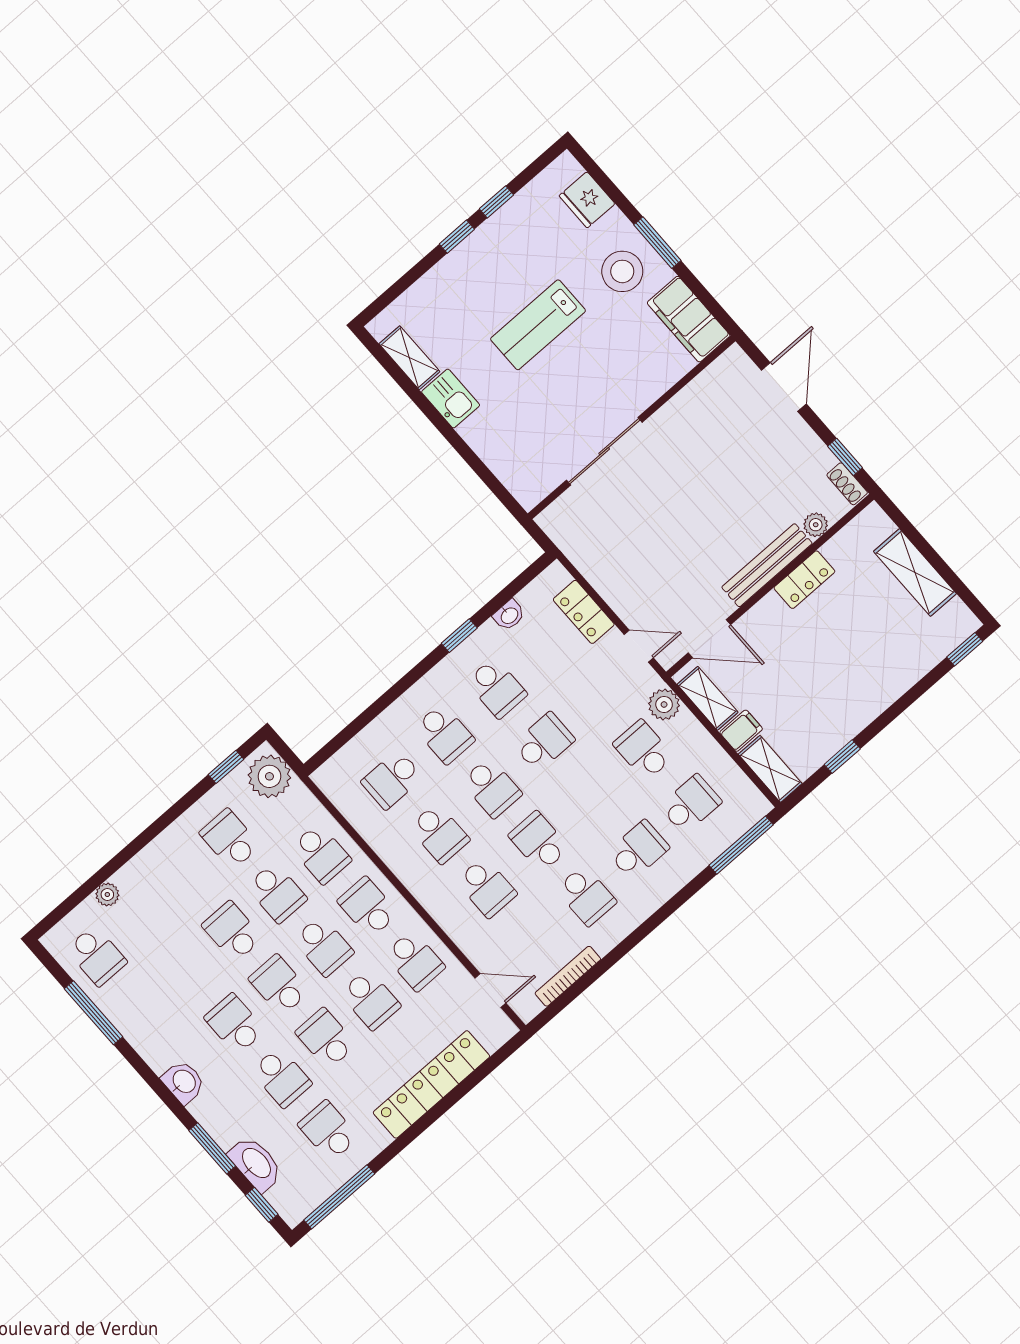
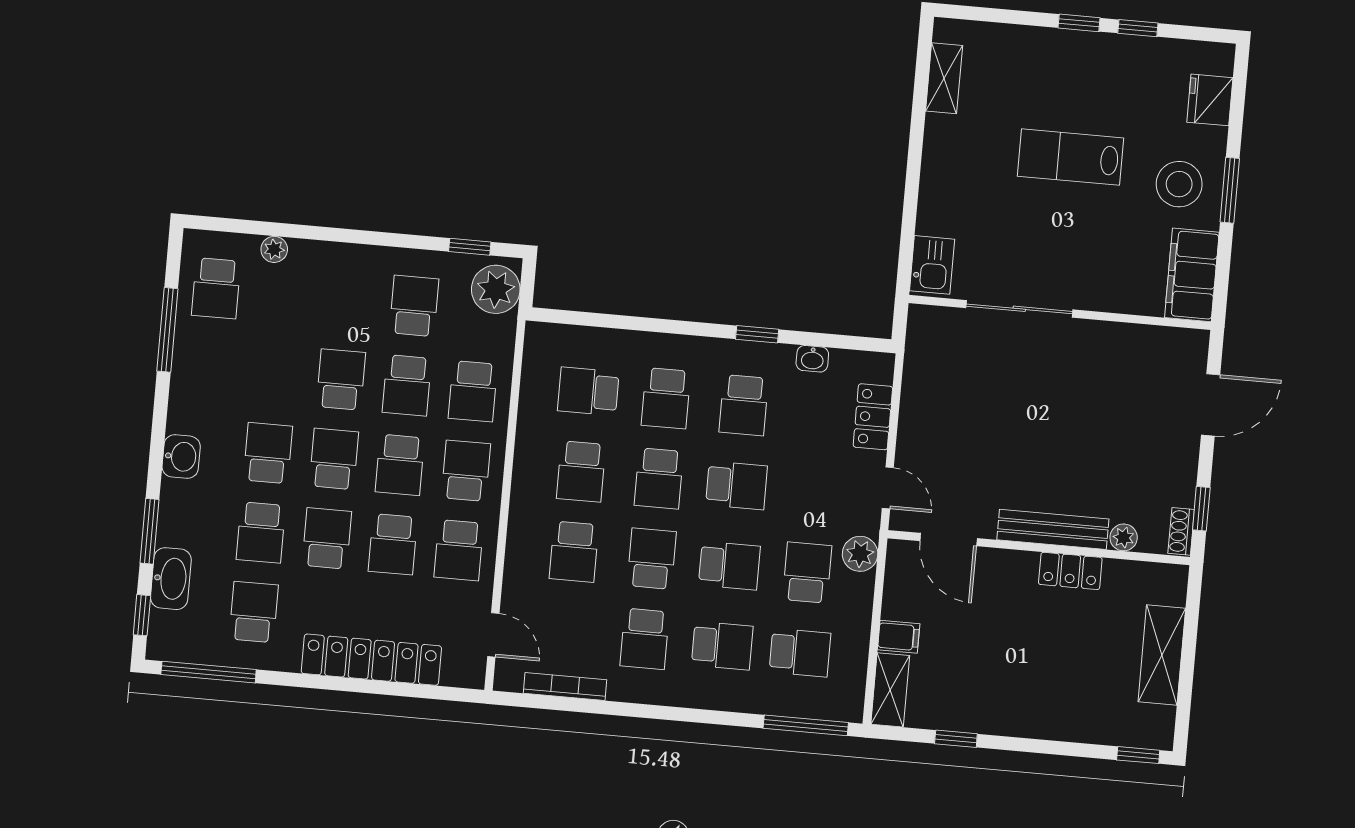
kitchen sink: (451, 399) -> (932, 265), moved
shelving: (708, 698) -> (899, 584), removed
school desk: (591, 796) -> (729, 566), added

